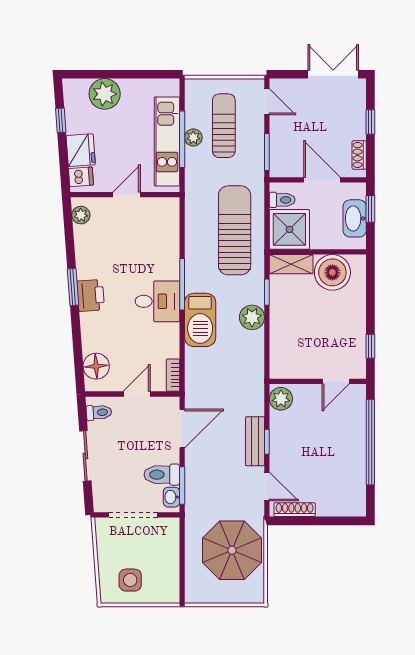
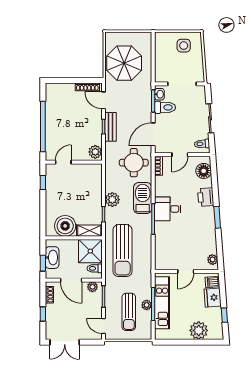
plant: (286, 168) -> (92, 287), added
printer: (91, 295) -> (206, 197), moved
round table: (215, 380) -> (134, 163), added

